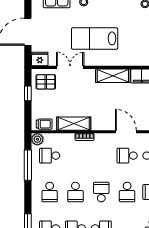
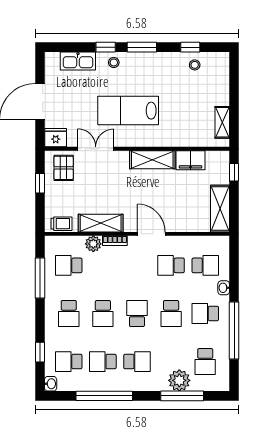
pallet: (46, 82) -> (64, 168), turned 90
door: (126, 132) -> (151, 234), moved
plant: (37, 139) -> (93, 244), moved

